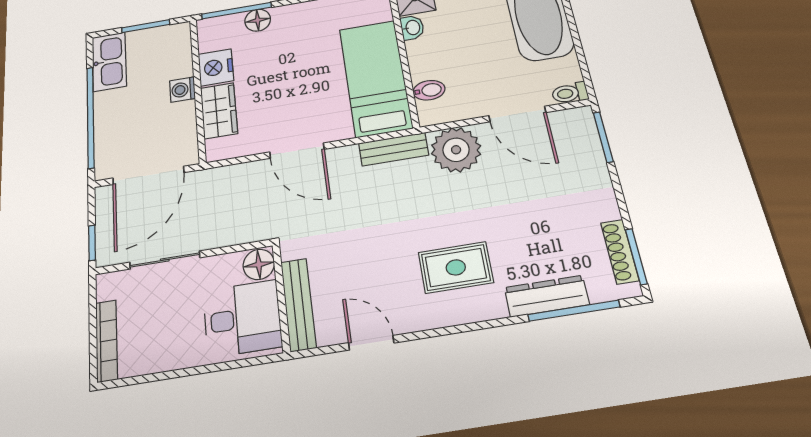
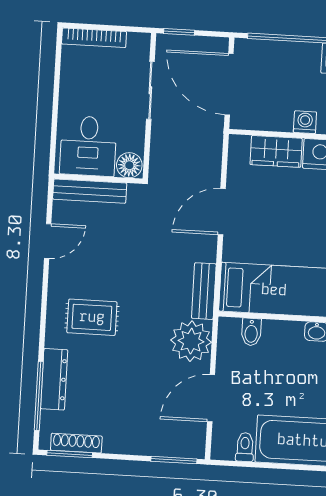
toilet: (570, 93) -> (245, 447), moved
rug: (456, 267) -> (92, 317), turned 90

